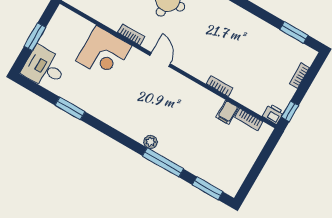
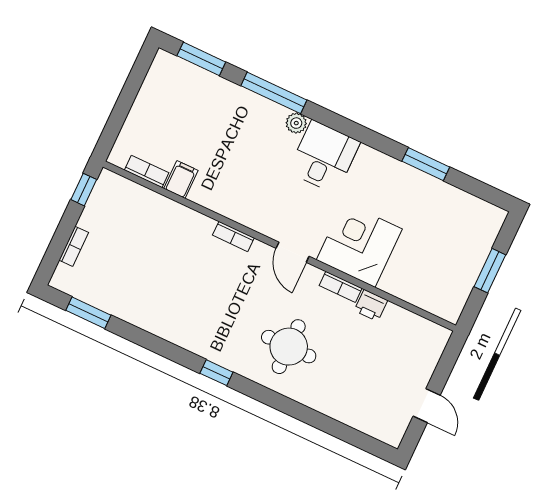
corner desk: (104, 53) -> (359, 244), moved
desk: (44, 68) -> (324, 157), moved, turned -90
bookcase: (220, 86) -> (233, 236), moved
printer: (273, 114) -> (371, 305), moved

